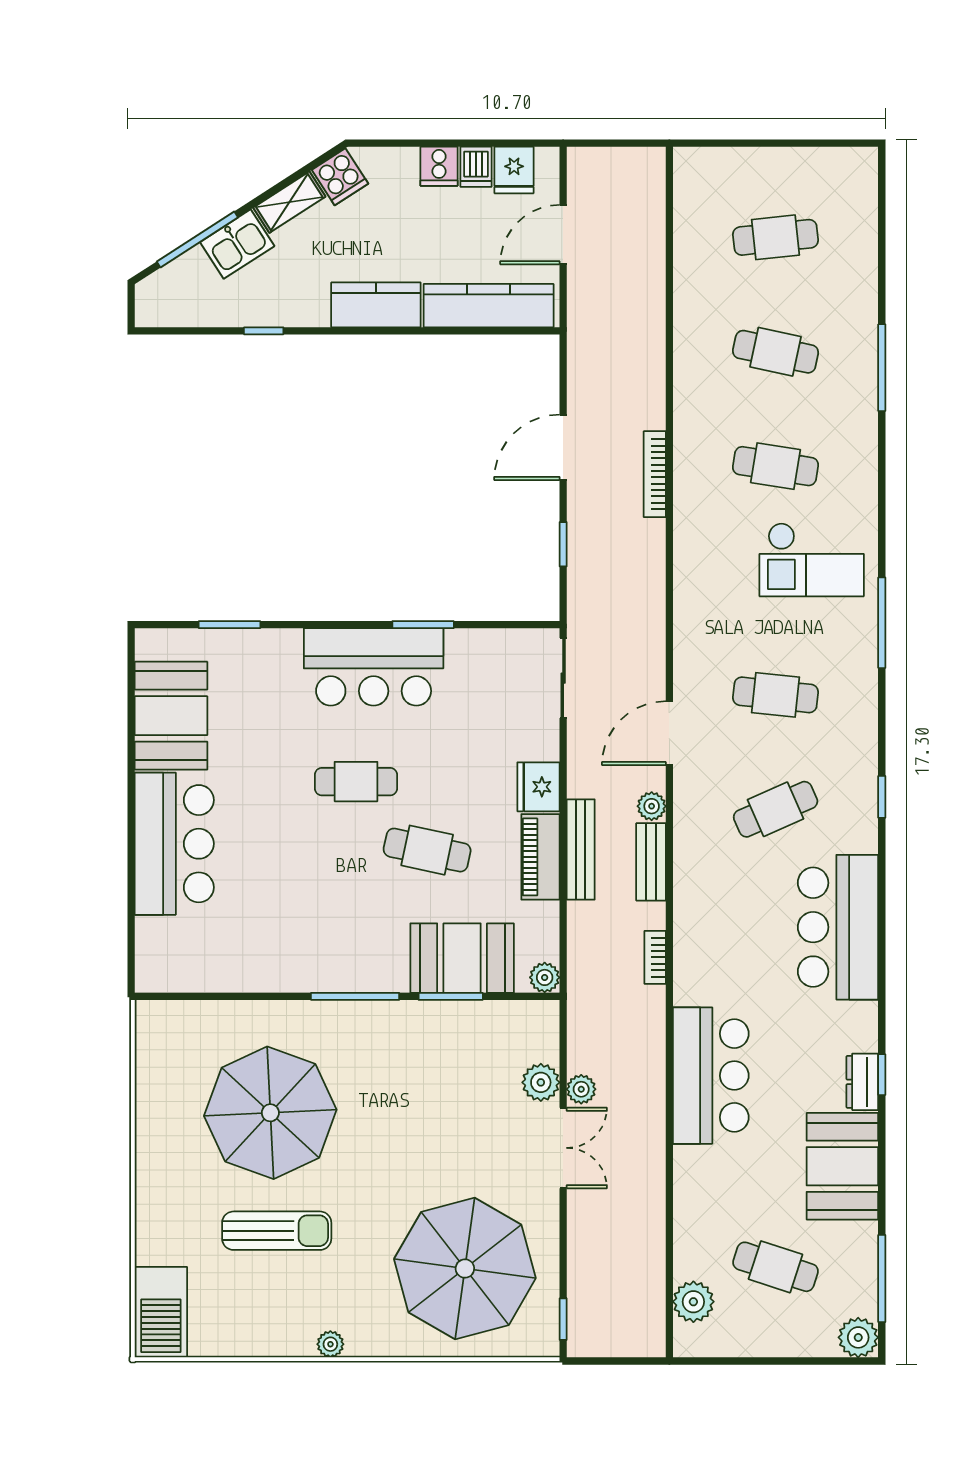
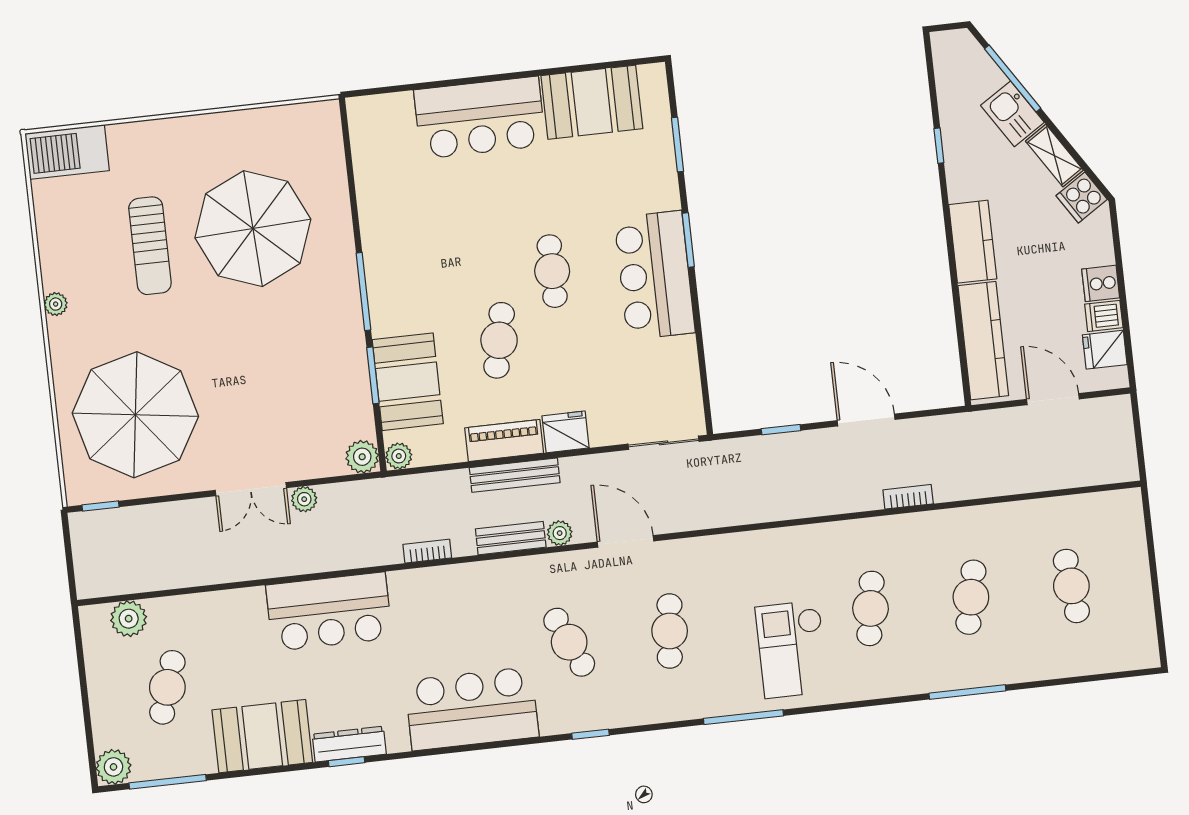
bookcase: (655, 474) -> (908, 497), moved, width x0.64
window: (423, 625) -> (688, 240), moved
plant: (541, 1082) -> (362, 457), moved
dresser: (862, 1082) -> (349, 744), width x1.44

